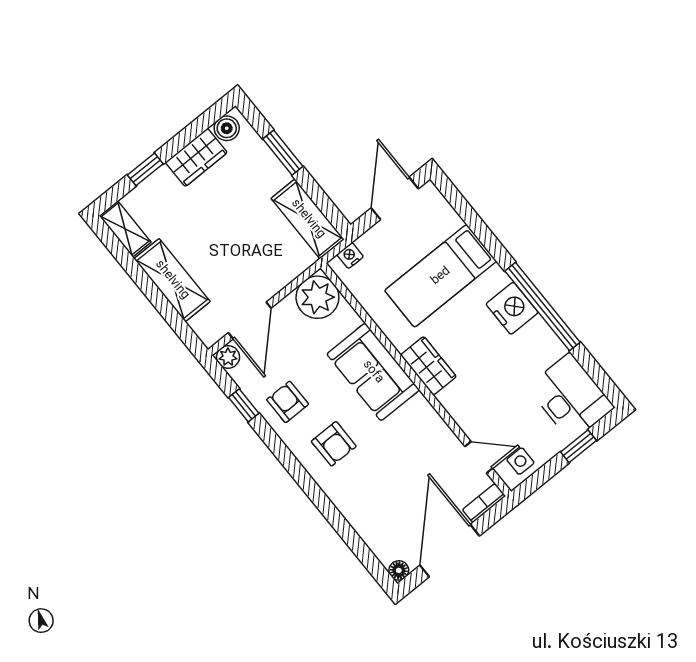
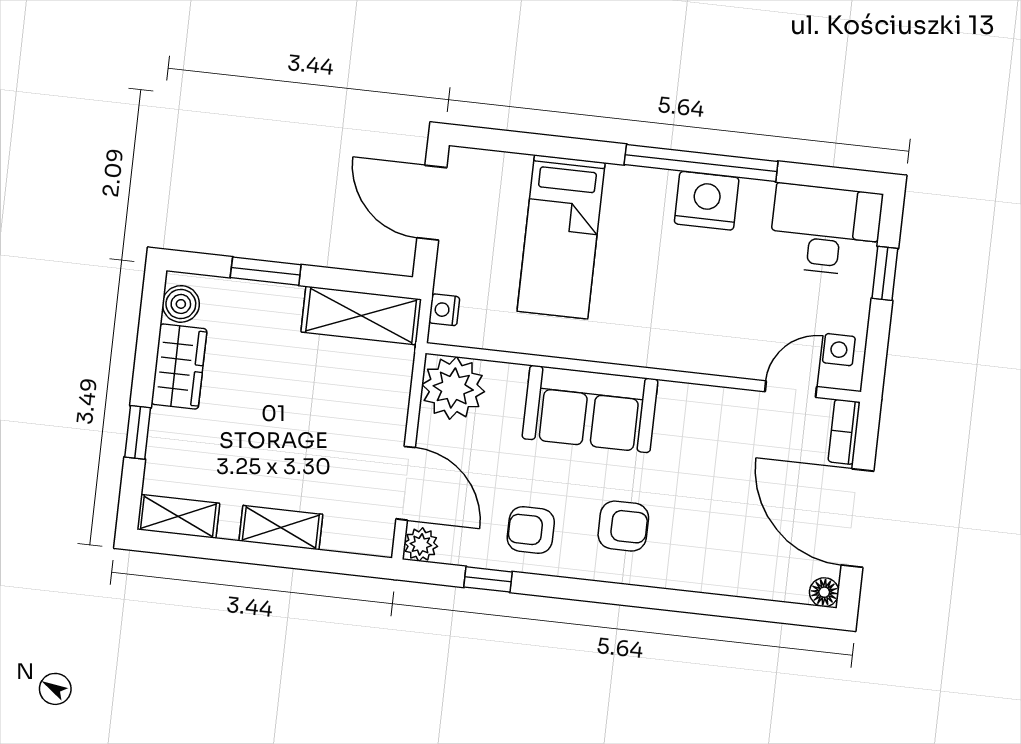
shelving: (172, 280) -> (281, 528), width x0.67, depth x0.75
nightstand: (512, 308) -> (707, 201), moved
wardrobe: (428, 366) -> (642, 345), removed

